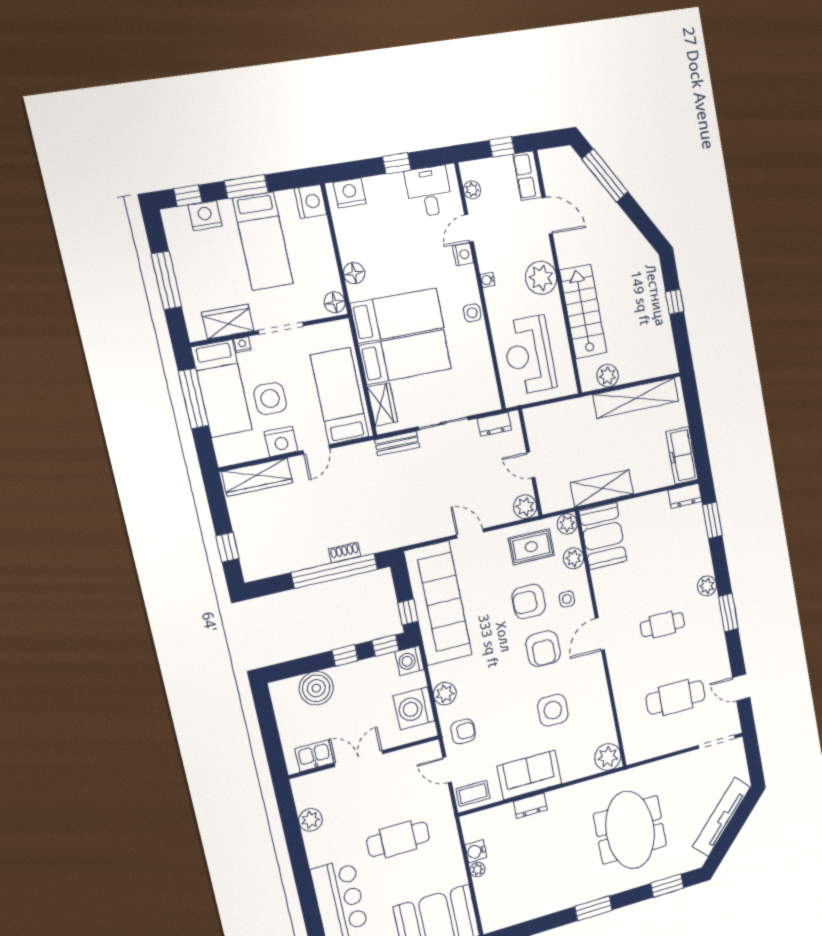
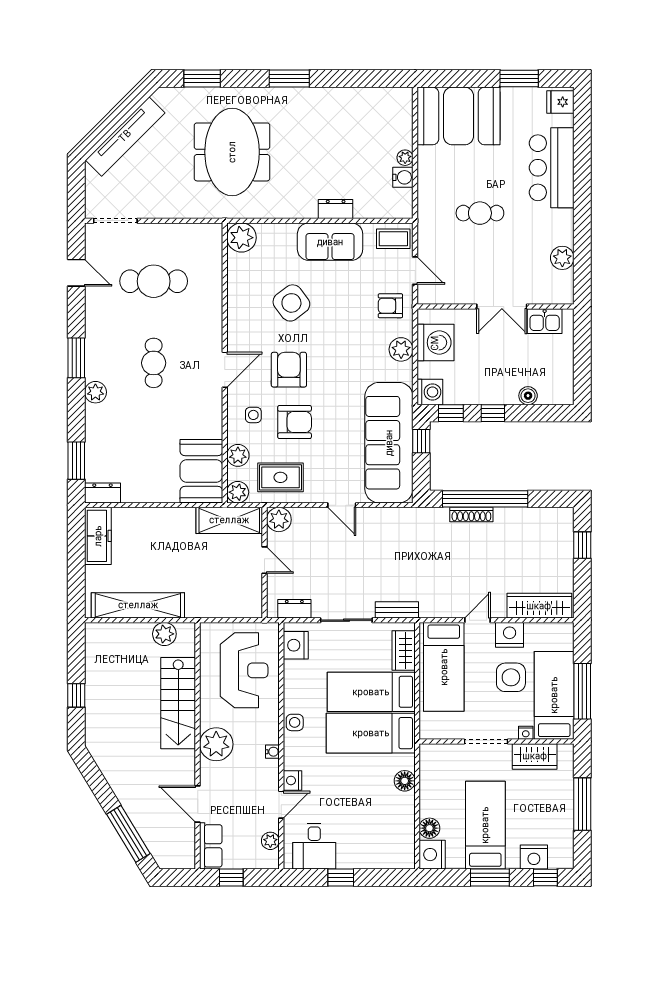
nightstand: (350, 193) -> (296, 645), moved, turned 90
floor lamp: (335, 302) -> (429, 828), moved
shelving: (602, 488) -> (229, 520), moved
shoe rack: (345, 553) -> (471, 515), width x1.43
cafe table: (662, 625) -> (154, 363), turned 90
boiler: (316, 688) -> (528, 396), width x0.54, depth x0.54
side table: (553, 710) -> (291, 303), turned -37
cafe table: (398, 839) -> (480, 213), width x0.73, depth x0.74

